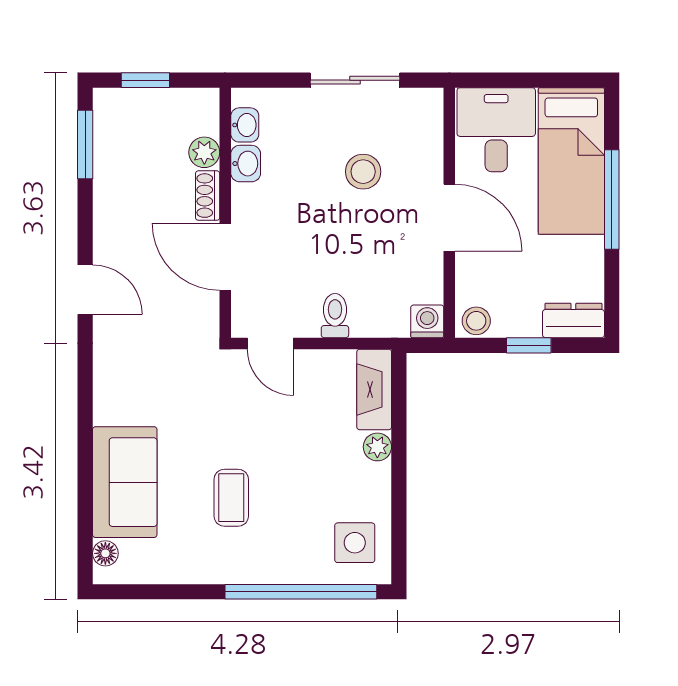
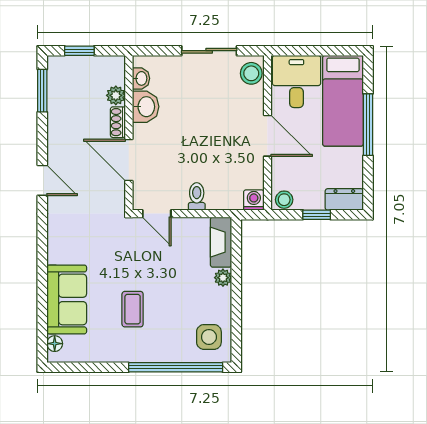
washbasin: (246, 164) -> (146, 107), width x1.38, depth x1.45
stool: (363, 172) -> (251, 73), moved

